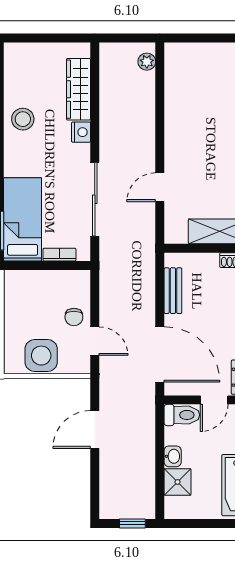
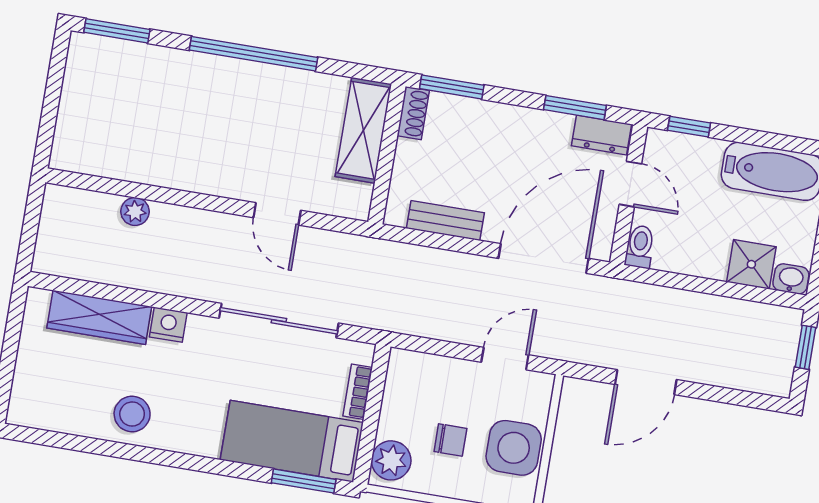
plant: (147, 62) -> (135, 211), moved
plant: (21, 282) -> (391, 460), added
chair: (74, 317) -> (450, 440), moved
toilet: (182, 415) -> (640, 247), width x0.73, depth x0.72
door: (95, 429) -> (646, 382), hinge flipped
washbasin: (173, 456) -> (791, 279), moved

